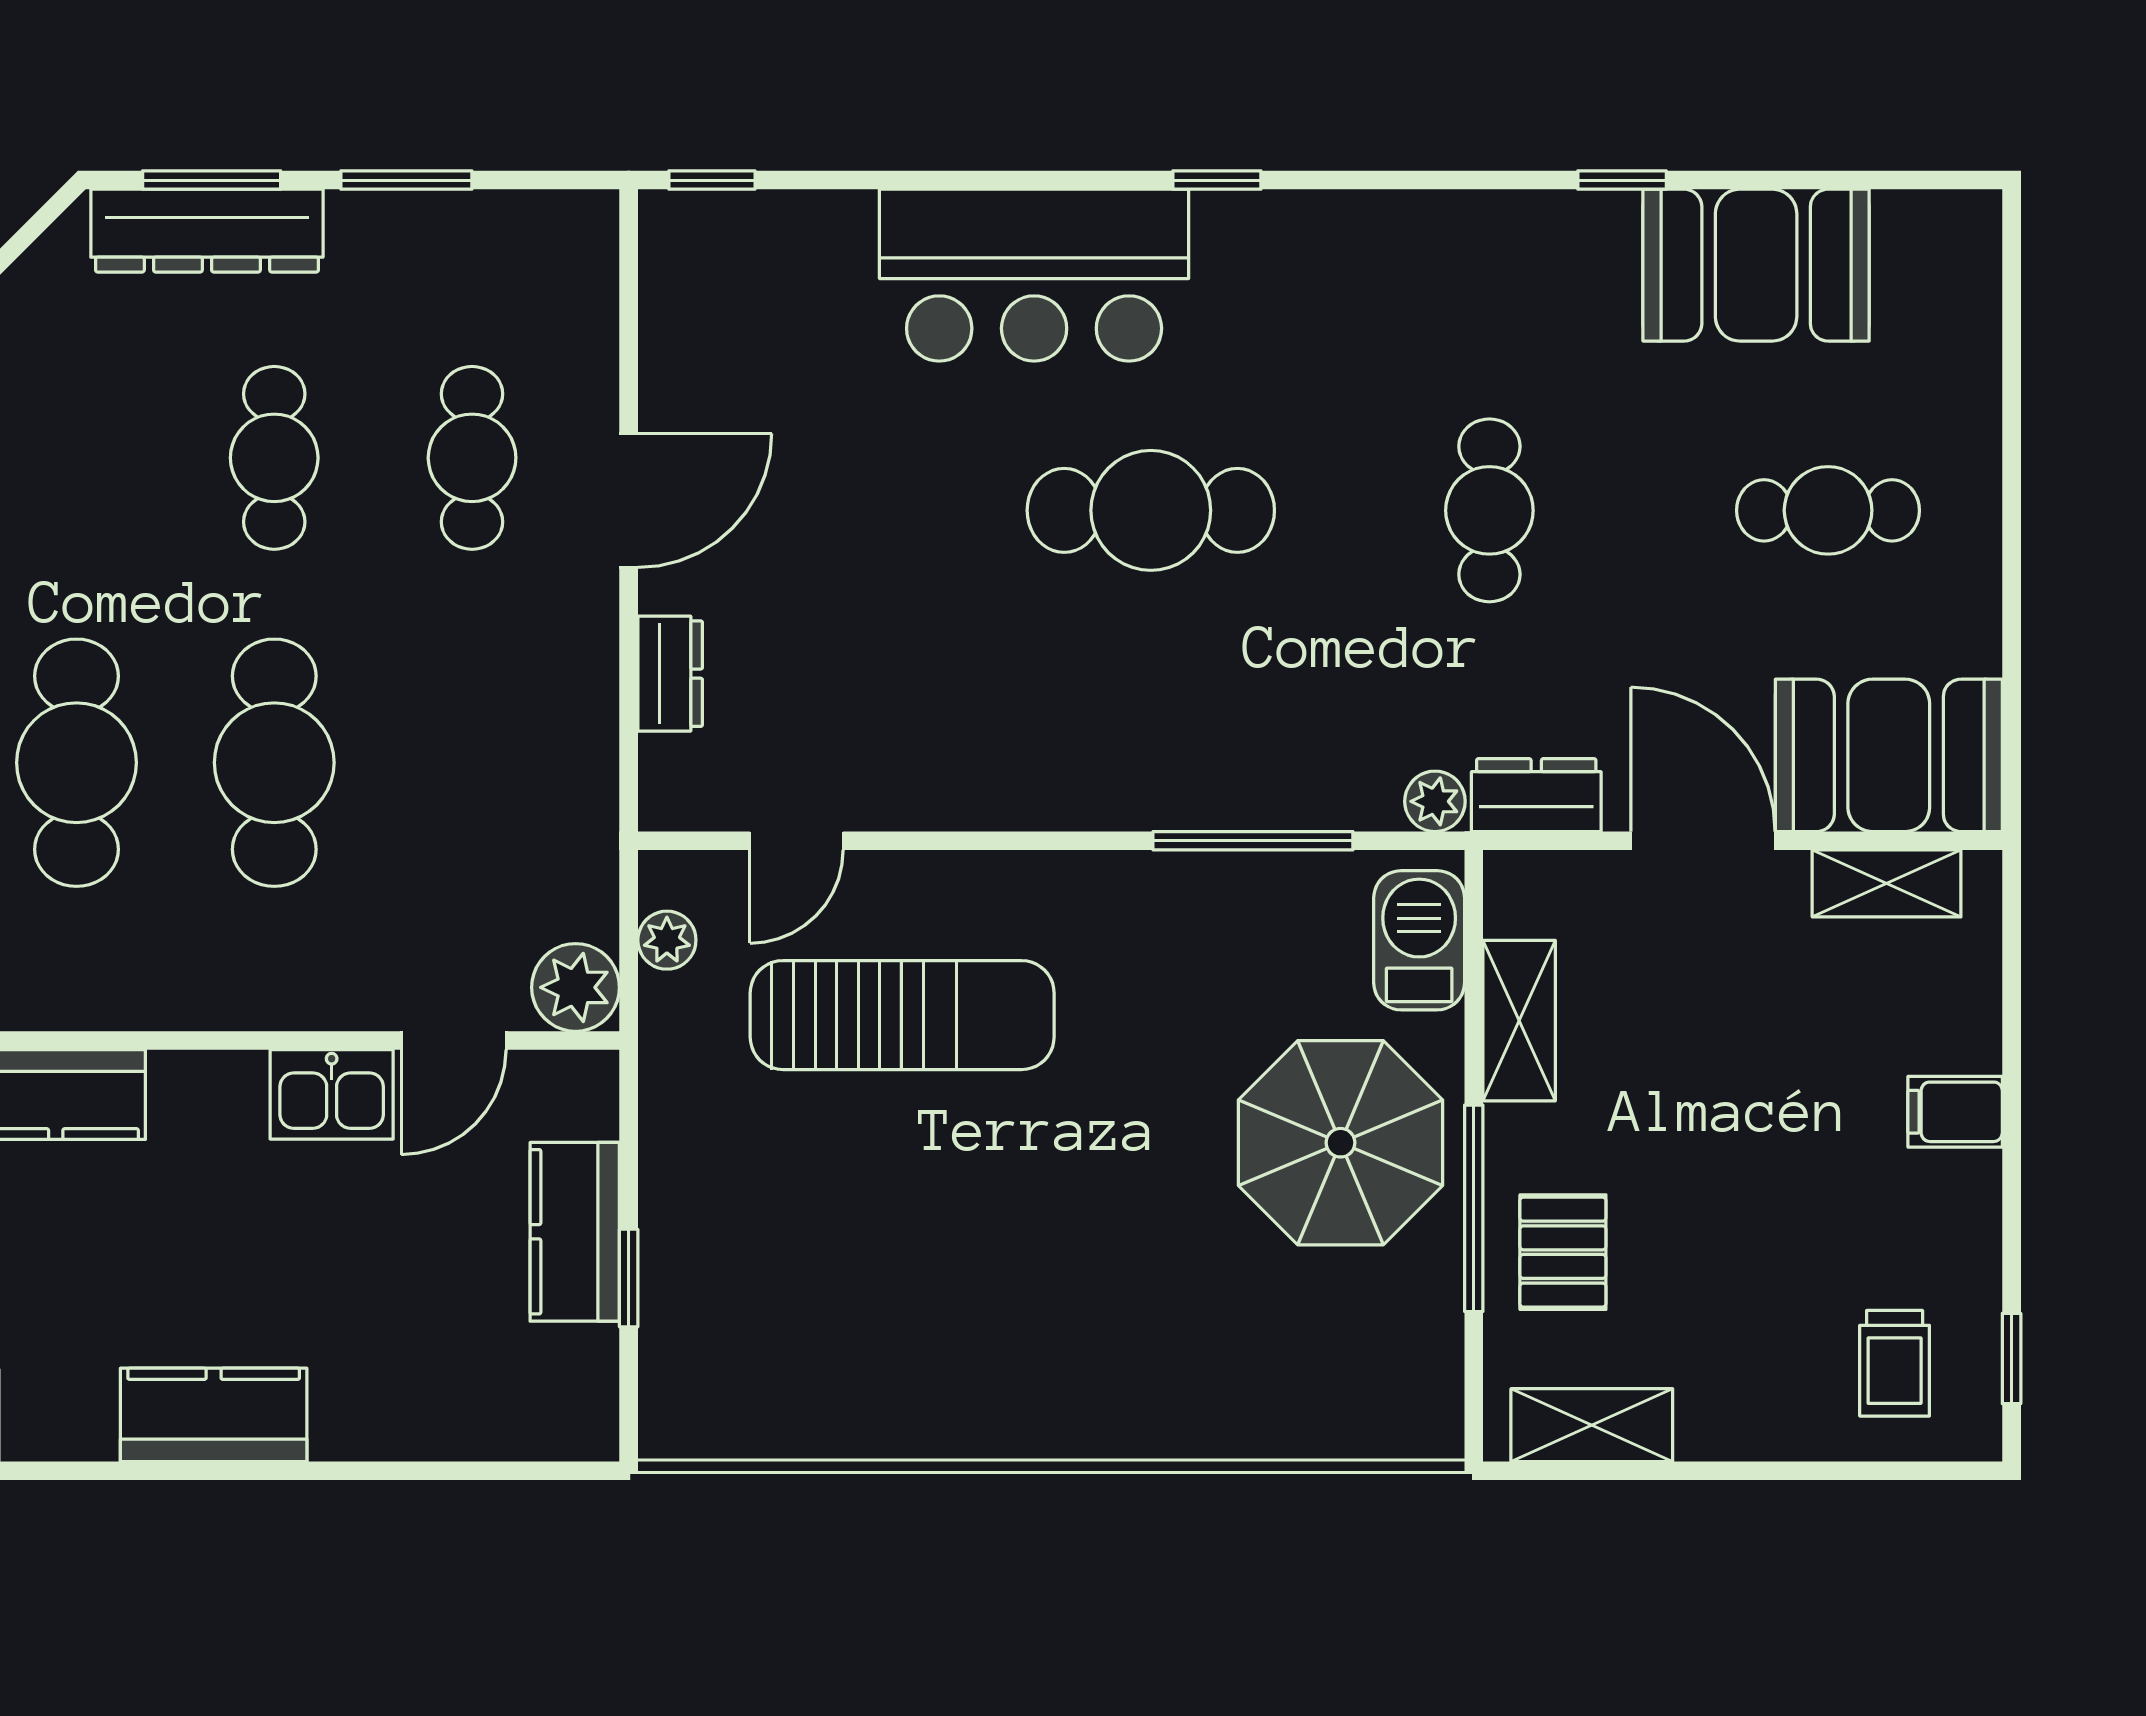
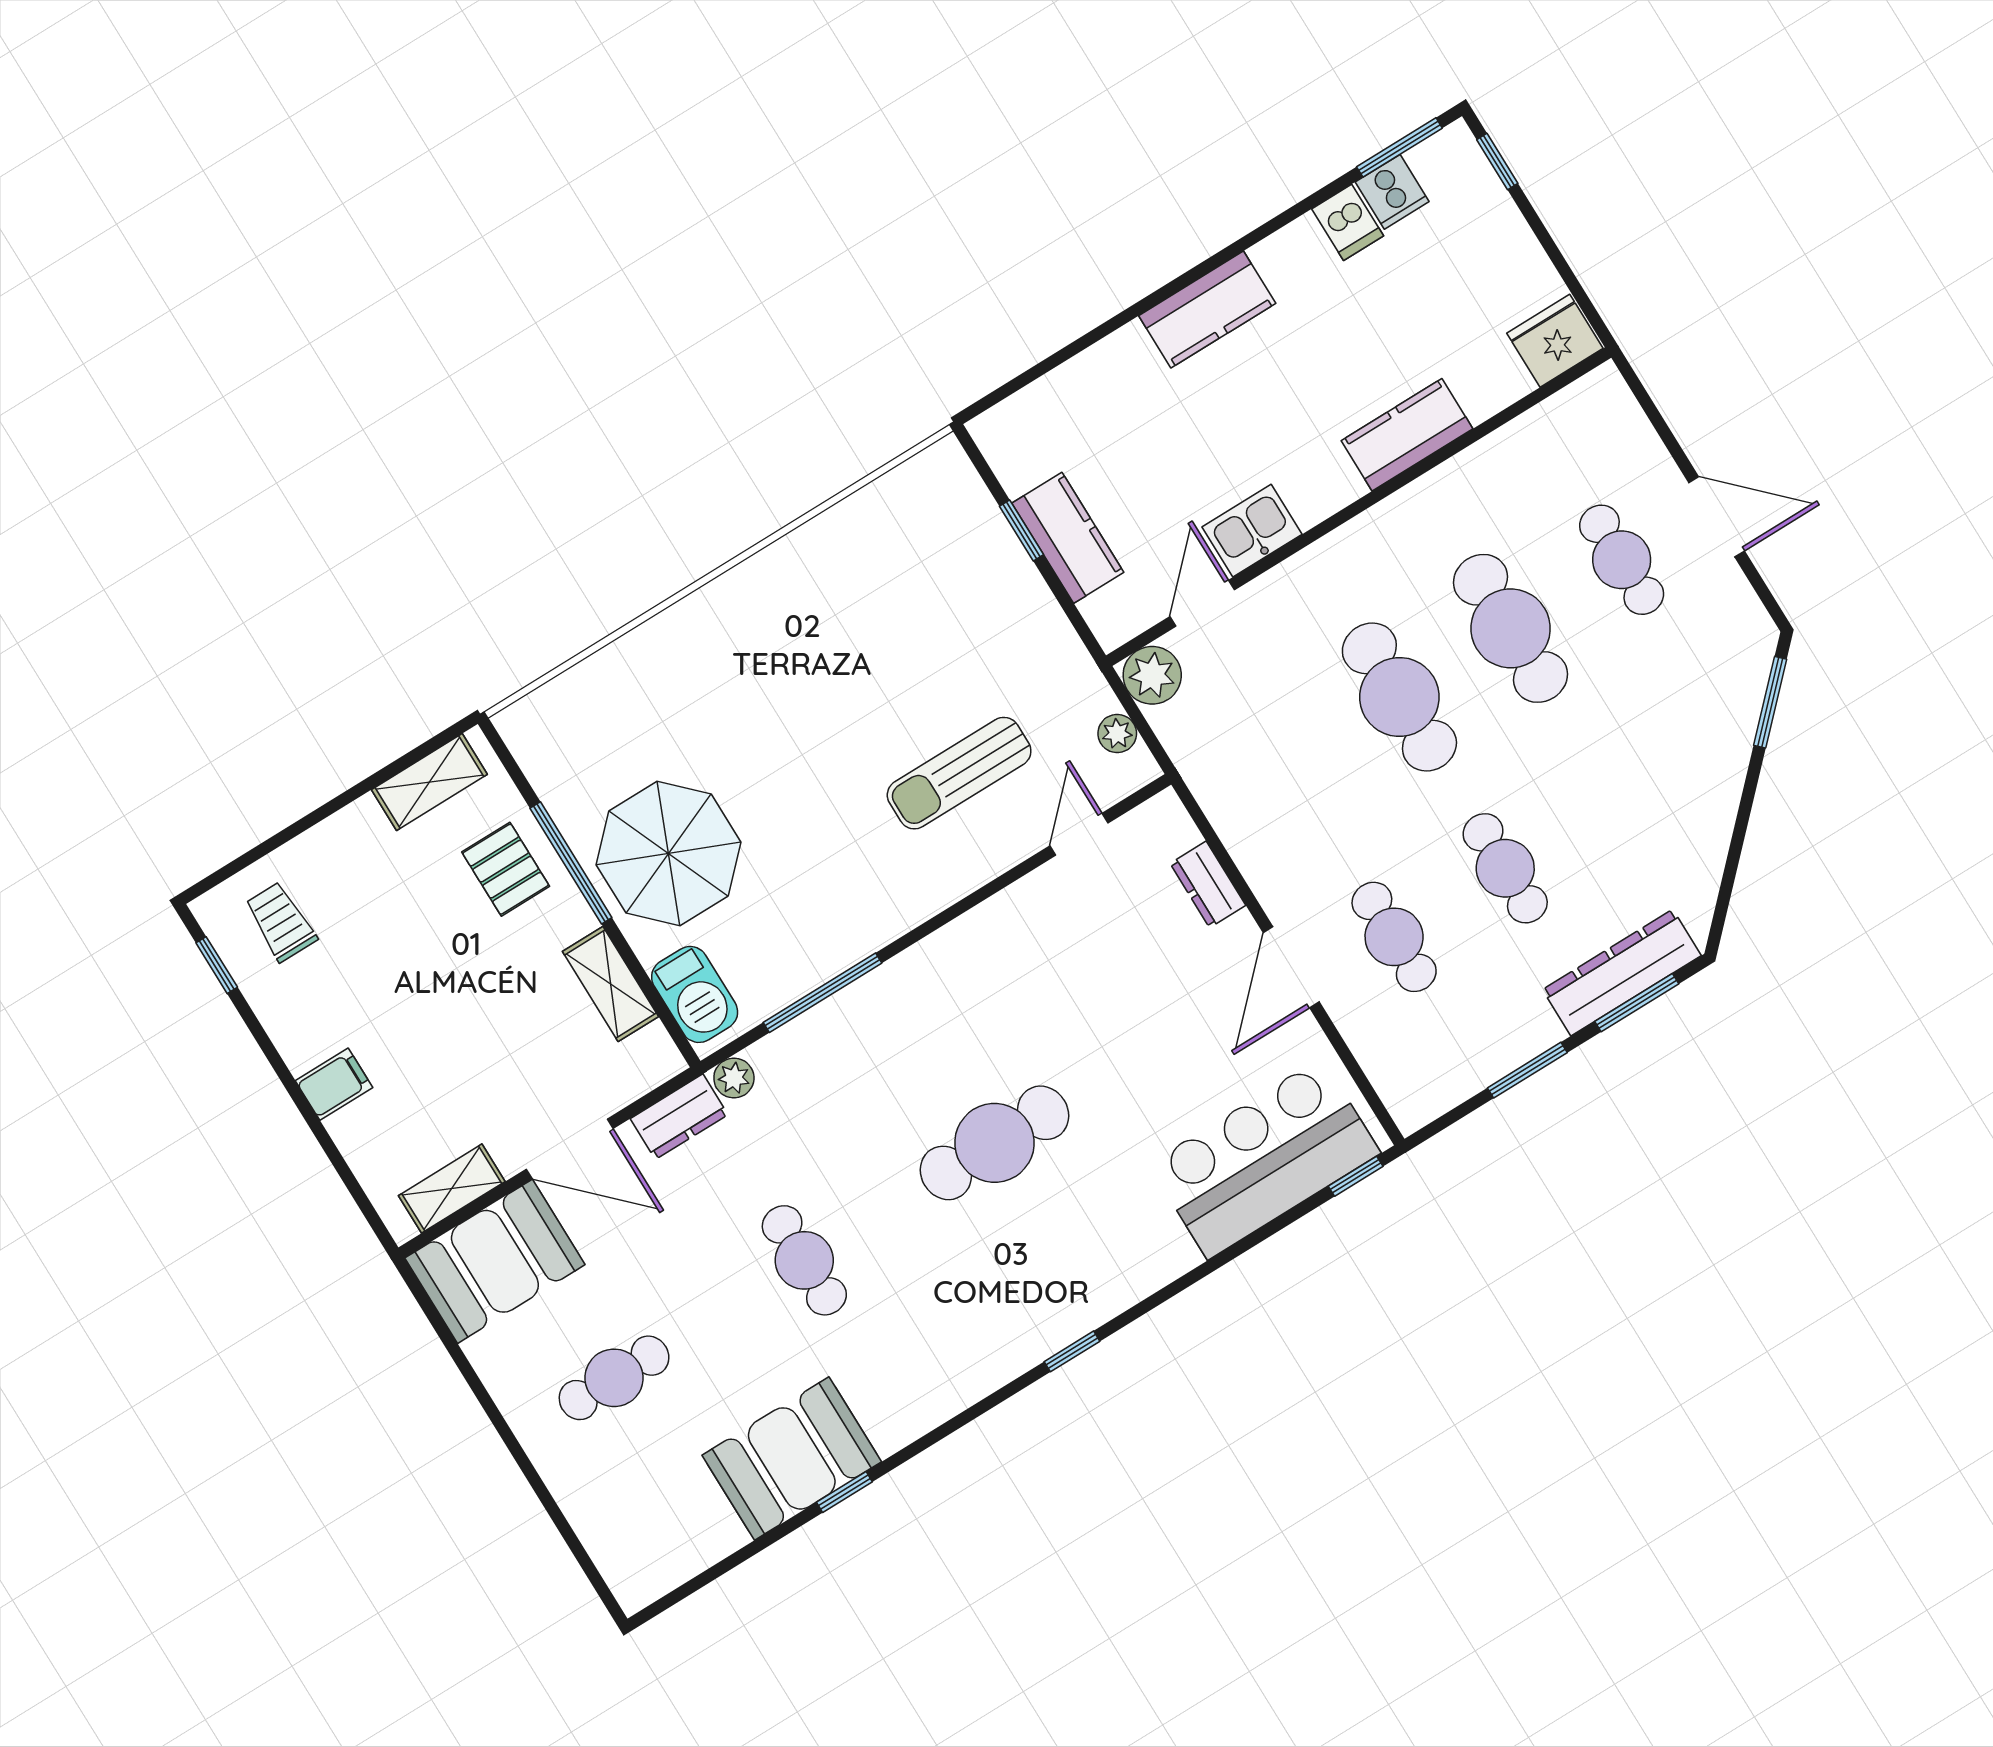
booth: (1756, 265) -> (792, 1458), moved
bar counter: (1034, 275) -> (1265, 1159), moved
sun lounger: (902, 1015) -> (959, 773), width x0.73, depth x0.75

